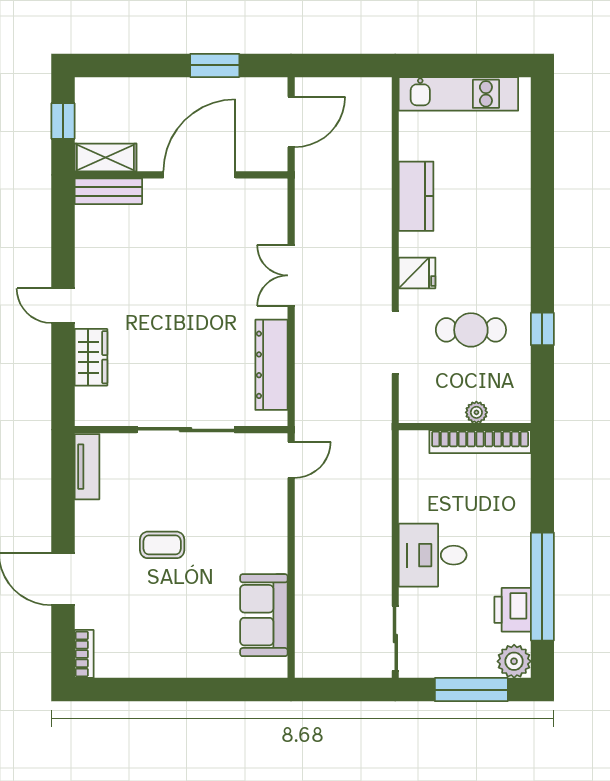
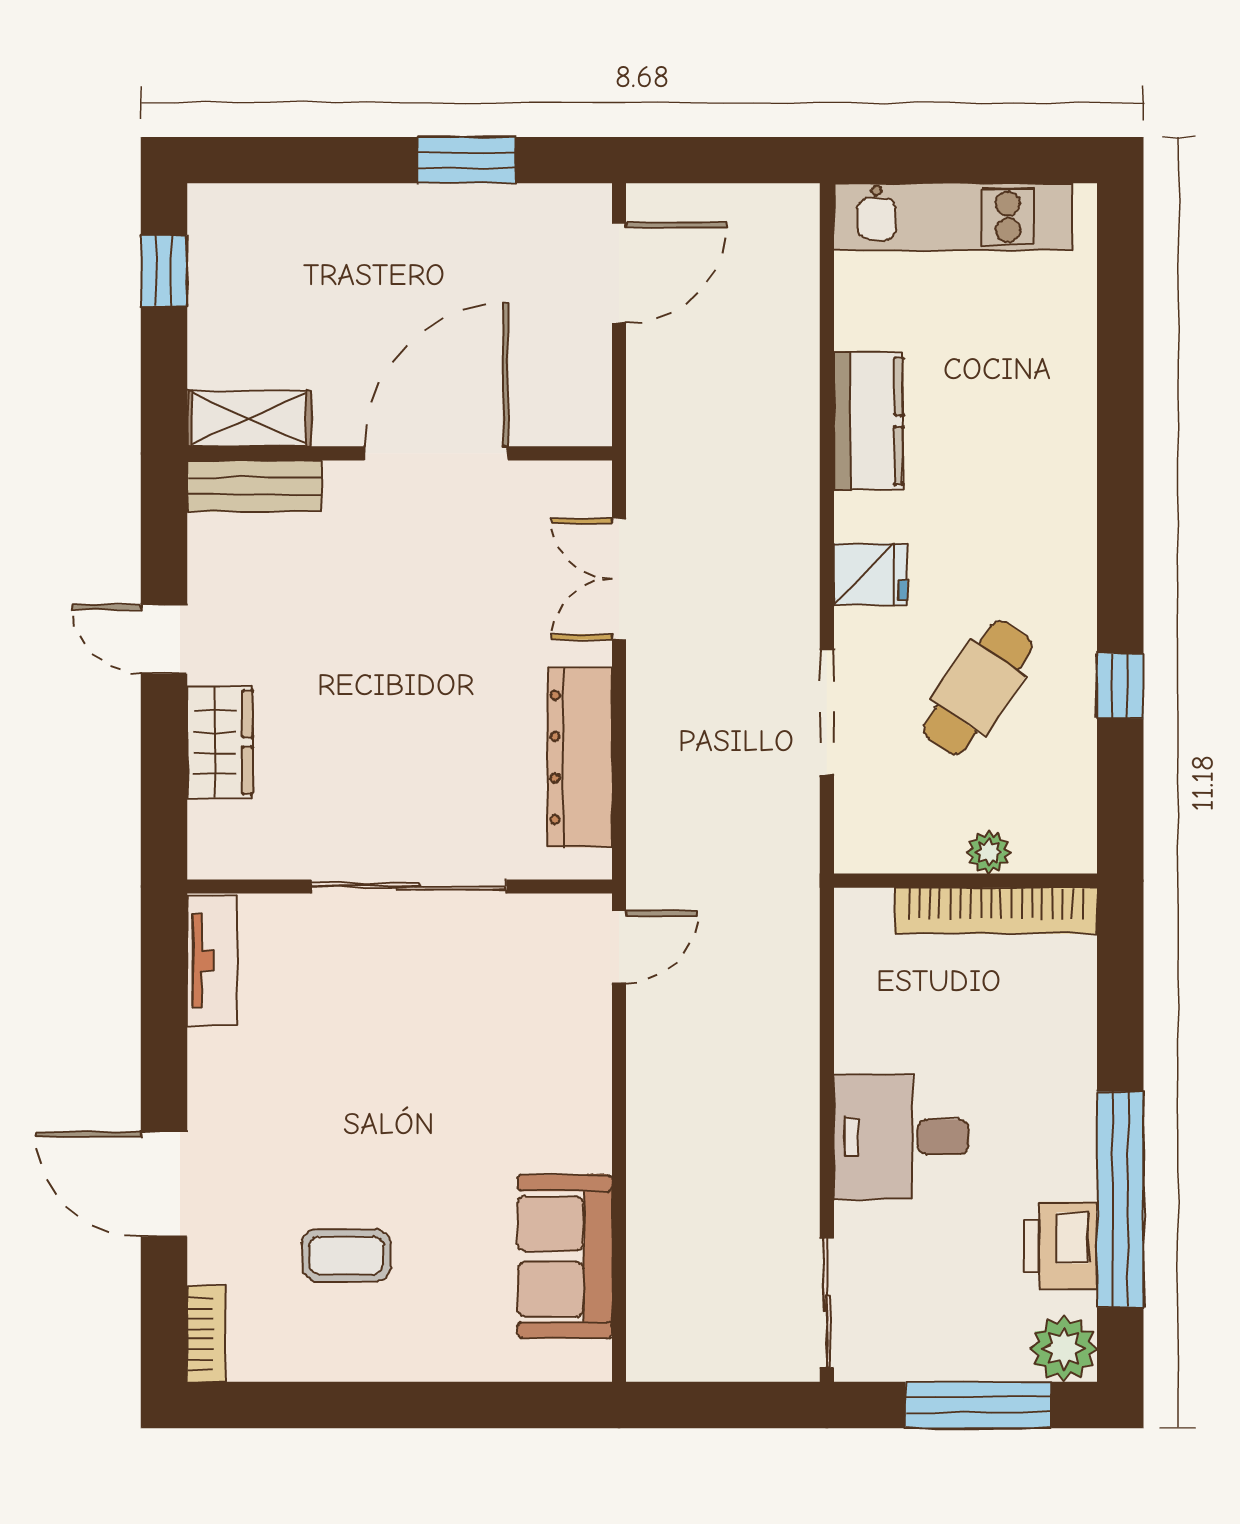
shelving: (105, 157) -> (249, 419), moved
wall: (181, 175) -> (400, 453), moved
door: (199, 175) -> (436, 453), moved
bench: (108, 191) -> (255, 486), moved
cafe table: (471, 330) -> (978, 688), turned -56
coffee table: (162, 545) -> (346, 1255), moved

